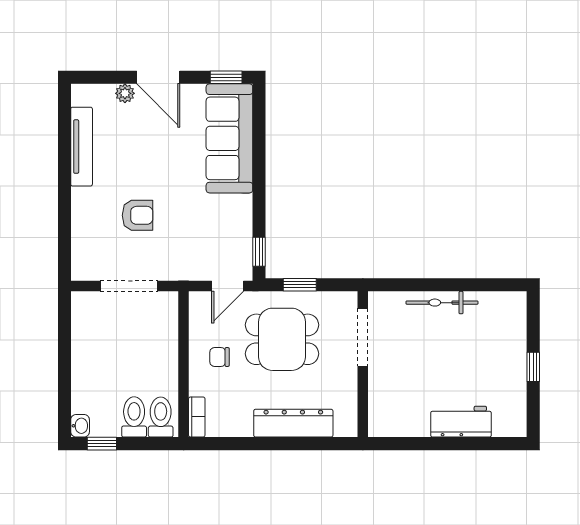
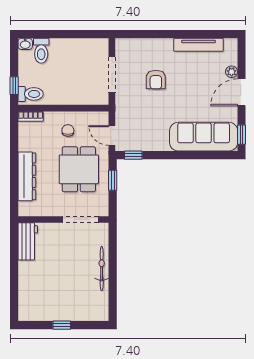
toilet: (134, 417) -> (41, 51), moved, turned 90
workbench: (461, 422) -> (28, 241), moved
window: (102, 444) -> (14, 86), moved

